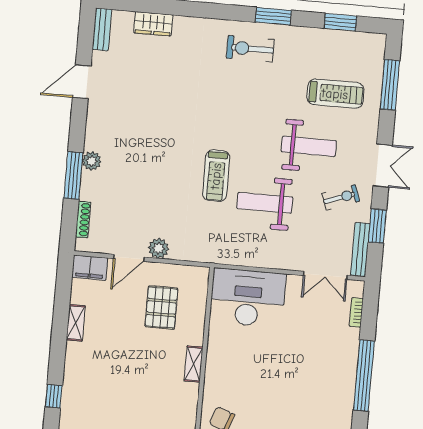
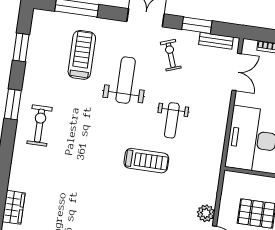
exercise bike: (250, 49) -> (39, 126), turned 180
weight bench: (265, 203) -> (172, 120), width x0.73, depth x0.75
bench: (360, 249) -> (216, 41), width x0.73

